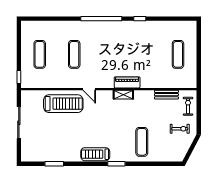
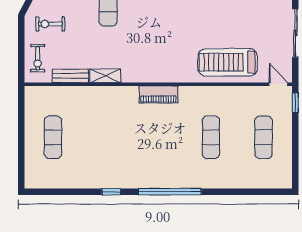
piano: (127, 82) -> (158, 94), moved
door: (89, 89) -> (278, 84), moved
shelving: (123, 95) -> (105, 76), moved

